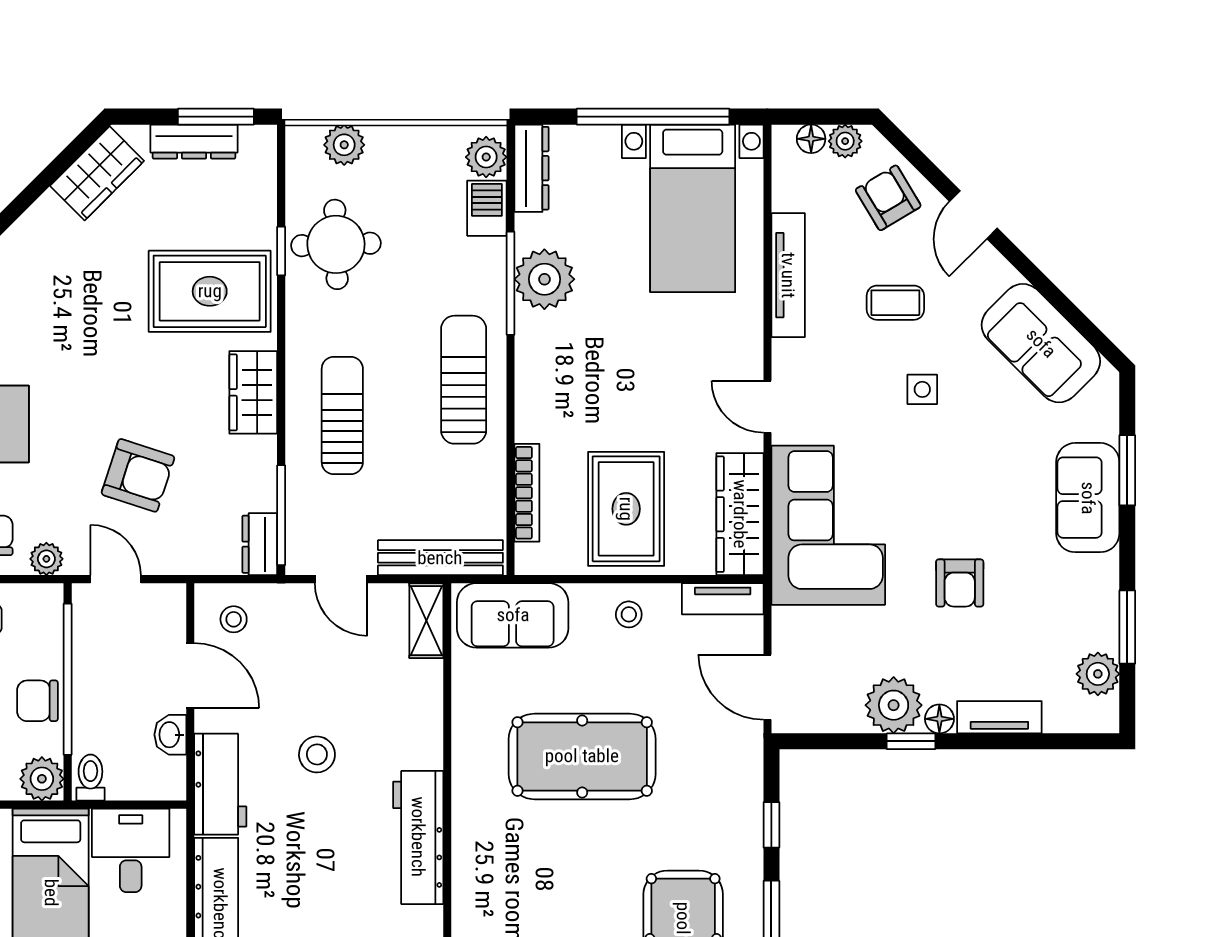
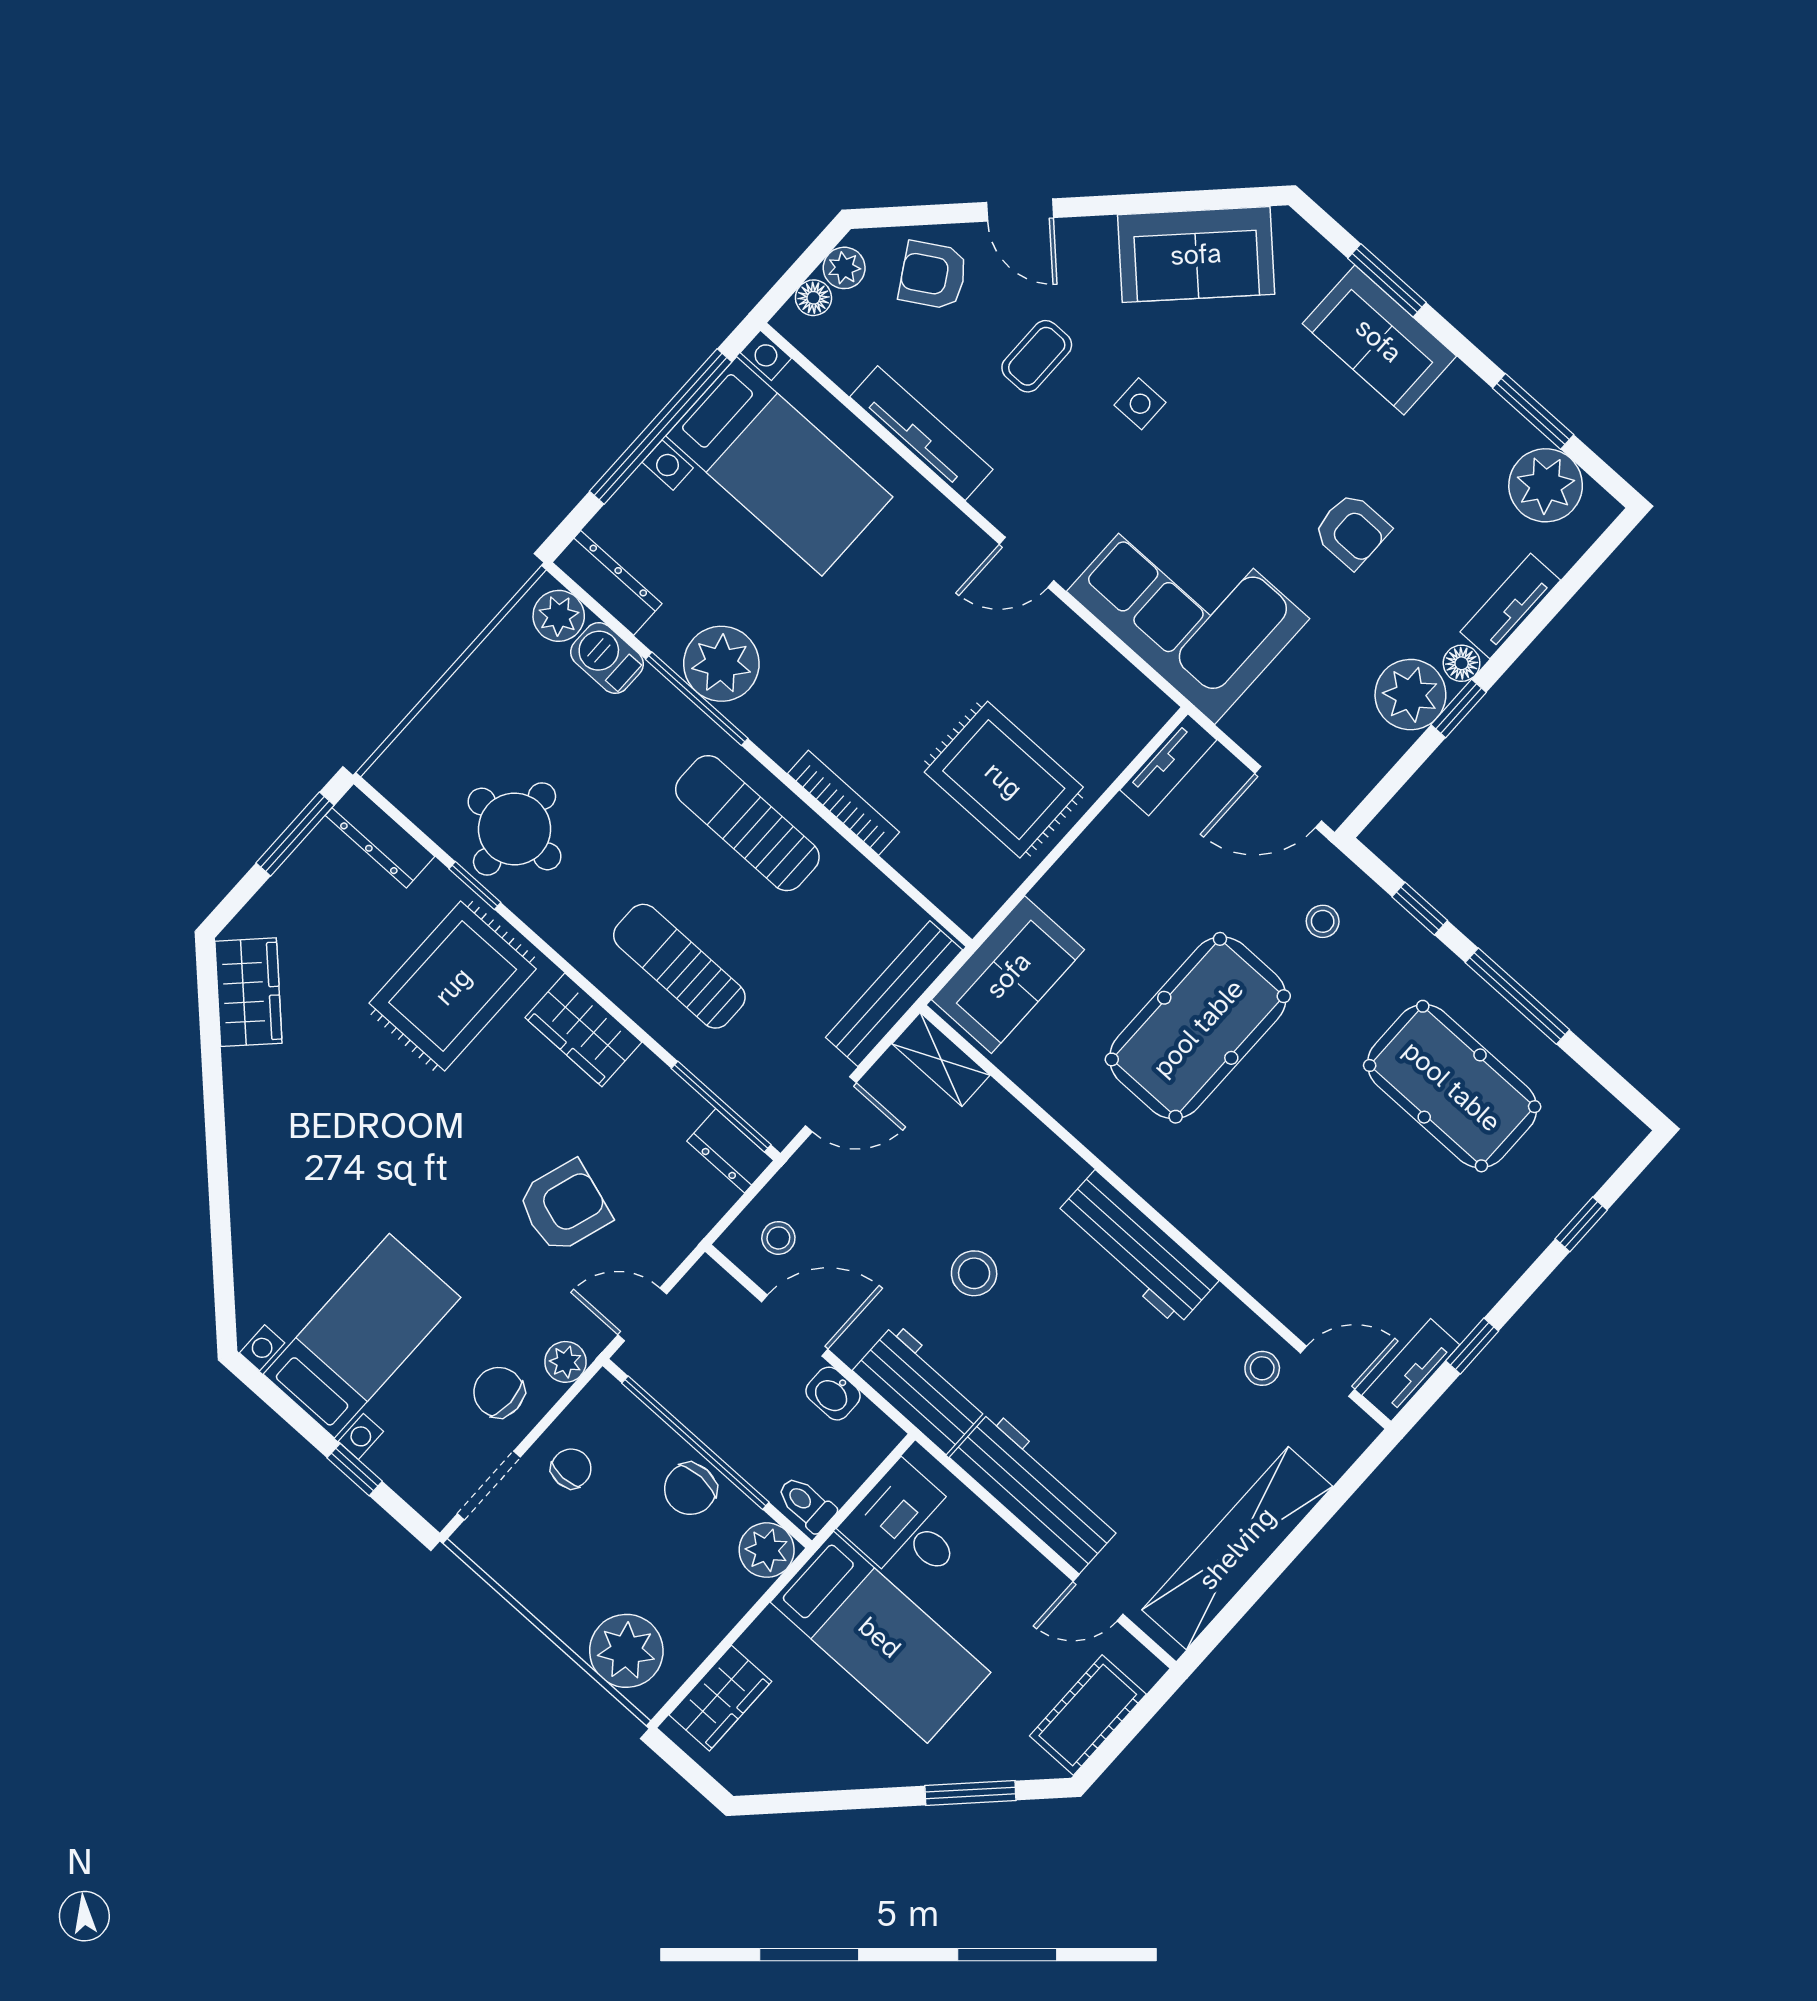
dresser: (194, 142) -> (380, 836), moved, turned 90
plant: (344, 145) -> (429, 738), removed
bookcase: (527, 493) -> (844, 803), moved
wardrobe: (740, 514) -> (1104, 678), removed
stool: (629, 614) -> (1323, 921), moved
plant: (1098, 674) -> (1546, 485), width x1.36, depth x1.36

